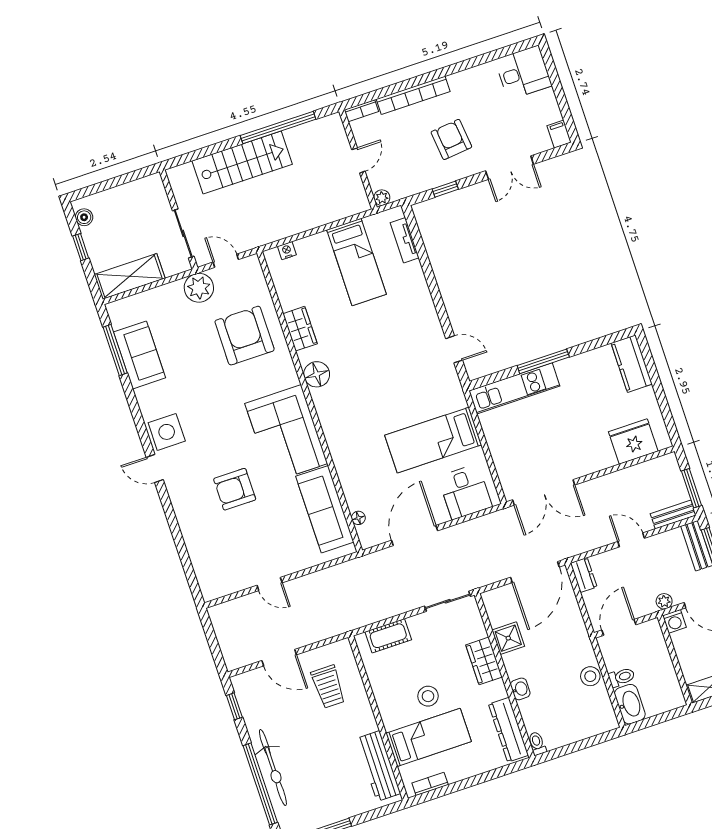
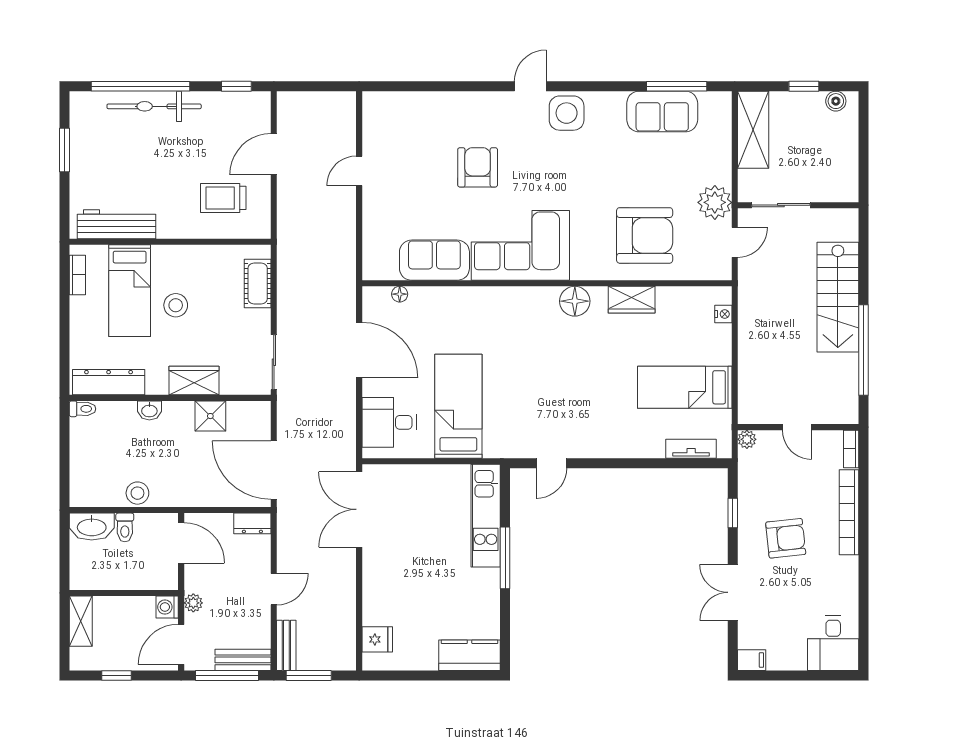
fridge: (633, 441) -> (377, 639), width x0.53, depth x0.75
sofa: (325, 509) -> (434, 260), width x0.73

